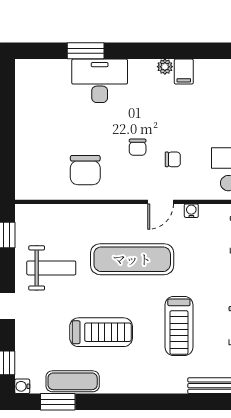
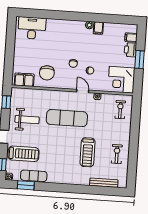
window: (86, 51) -> (51, 15), removed
desk: (100, 81) -> (32, 28), moved
filing cabinet: (40, 187) -> (24, 80), added
door: (161, 202) -> (83, 91), swing flipped
treadmill: (101, 332) -> (24, 154), moved

